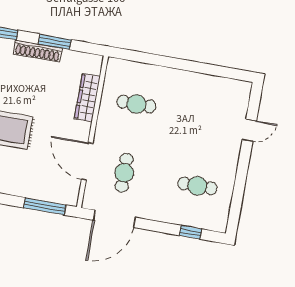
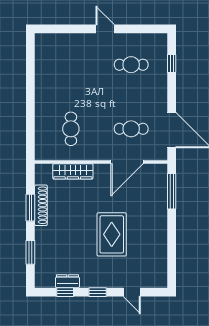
shoe rack: (38, 51) -> (41, 205), moved
door: (249, 130) -> (105, 29), moved
cafe table: (197, 186) -> (131, 65), turned 90

